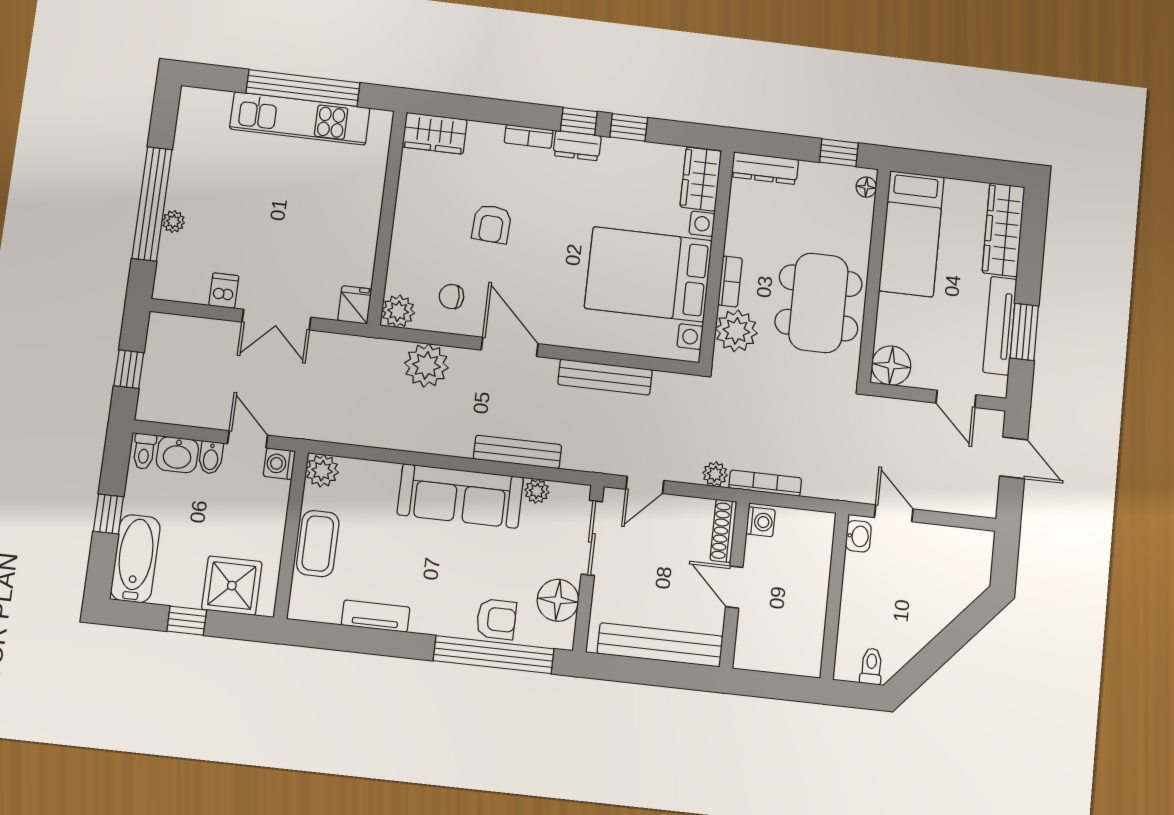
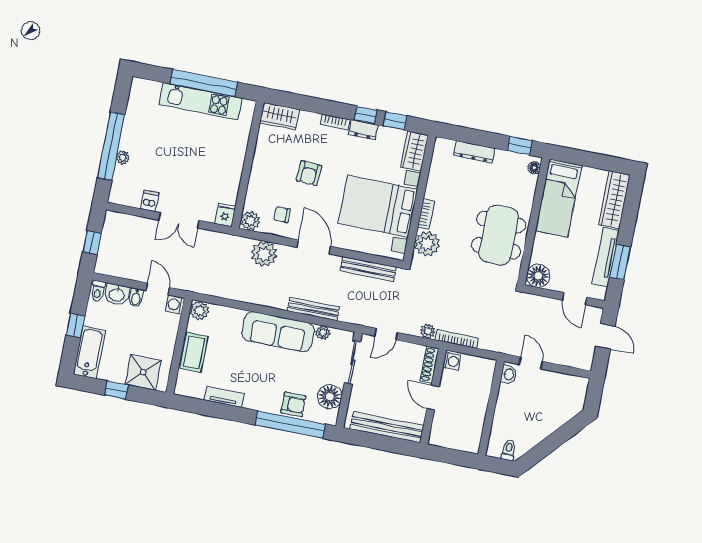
wardrobe: (701, 179) -> (414, 151), moved
wall: (717, 257) -> (419, 199), moved
bed with nightstands: (648, 274) -> (378, 206), moved
bookcase: (730, 282) -> (426, 214), moved
plant: (736, 331) -> (427, 244), moved

